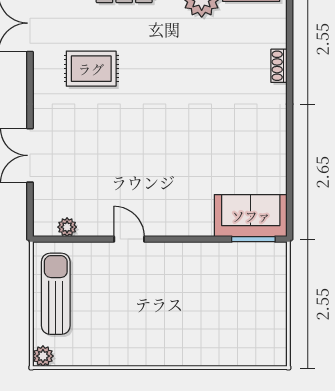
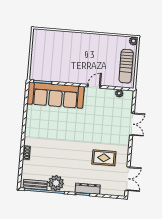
sofa: (251, 216) -> (56, 95), width x1.85, depth x1.27
door: (129, 239) -> (94, 86), swing flipped

